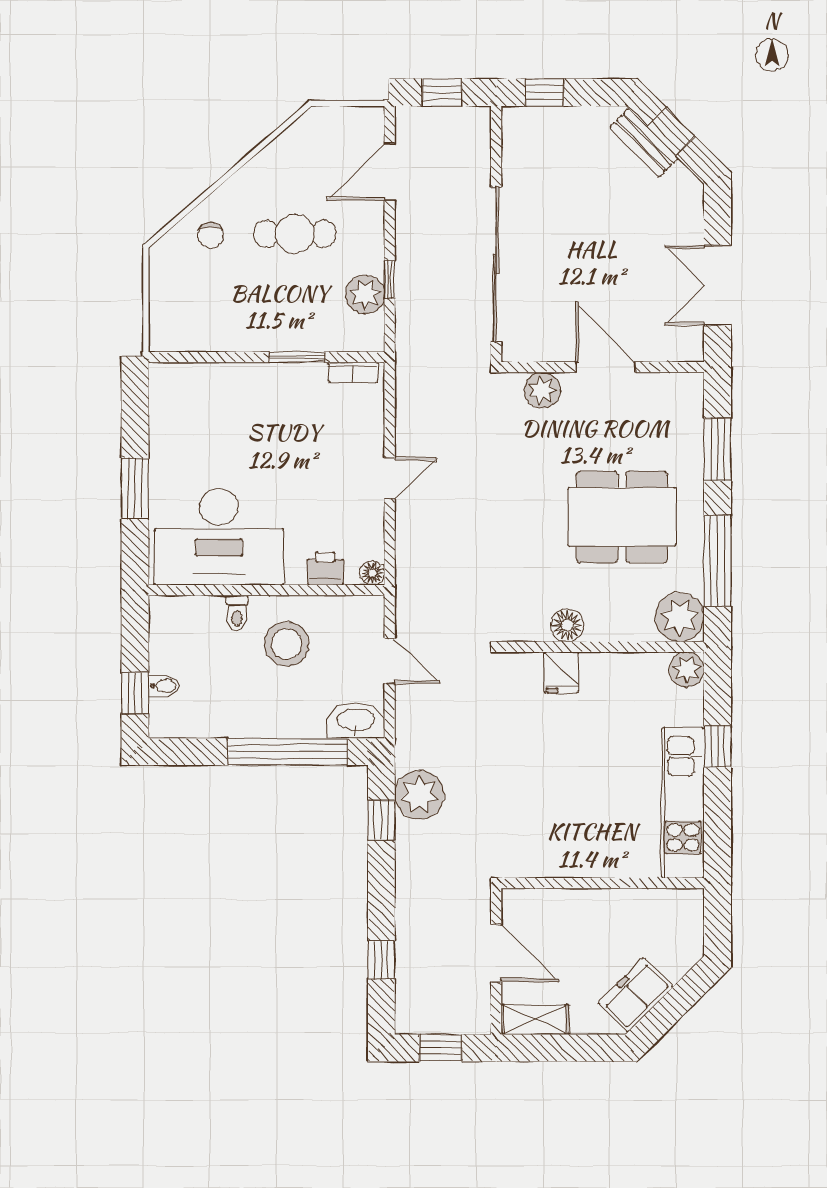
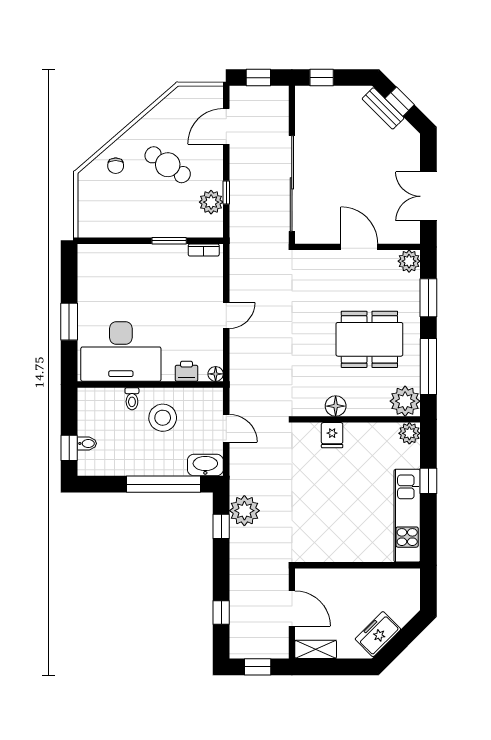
cafe table: (295, 234) -> (168, 165), turned 34
plant: (542, 390) -> (409, 261), moved

